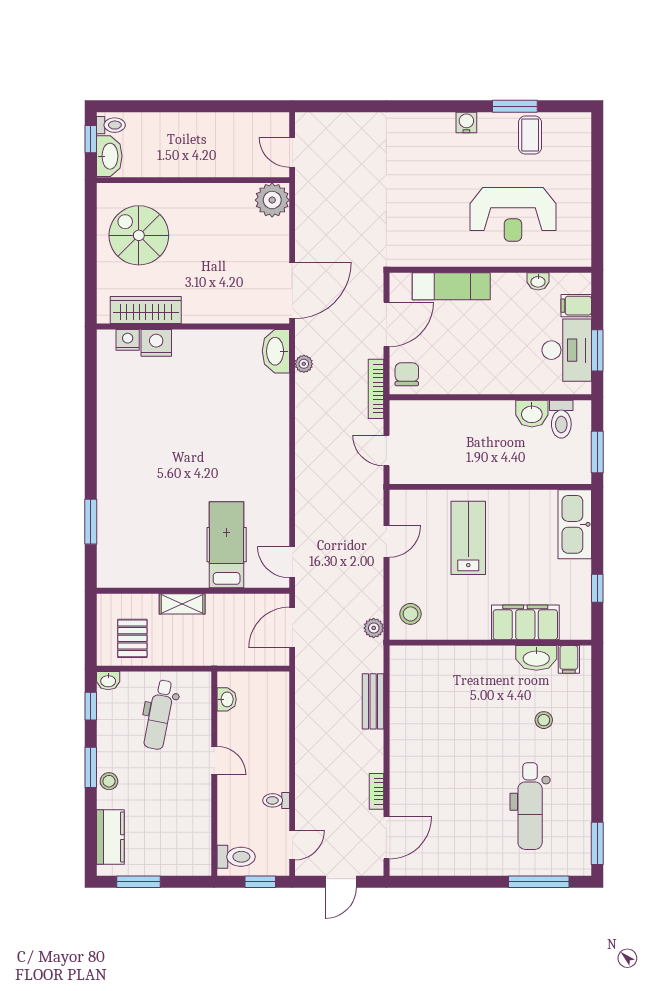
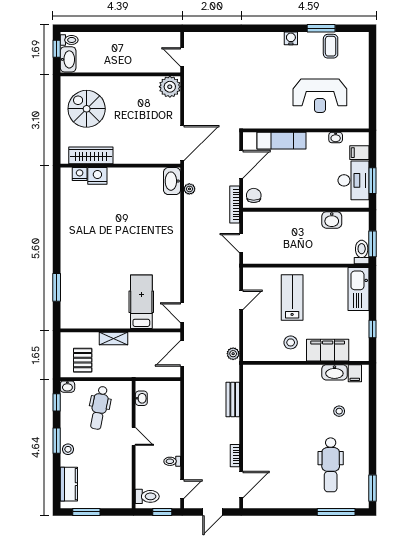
toilet: (561, 419) -> (362, 252), moved, turned 180
stool: (411, 614) -> (291, 342), moved

